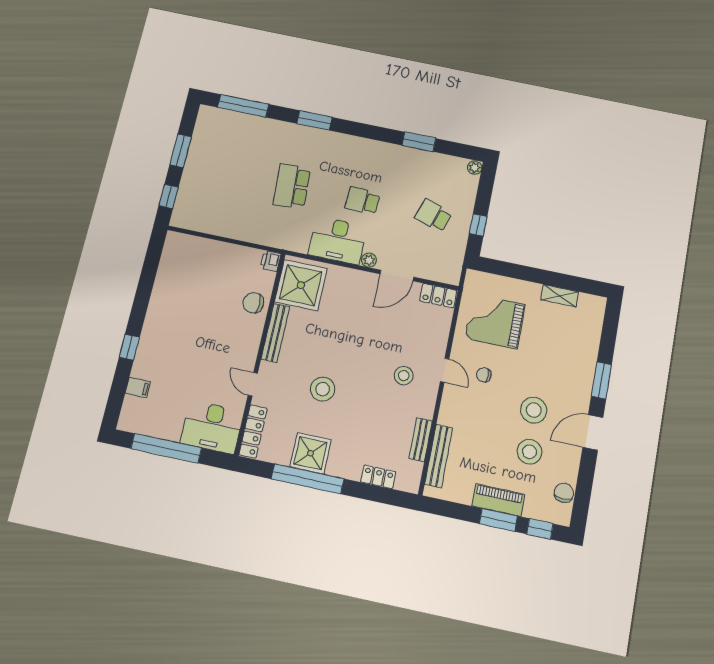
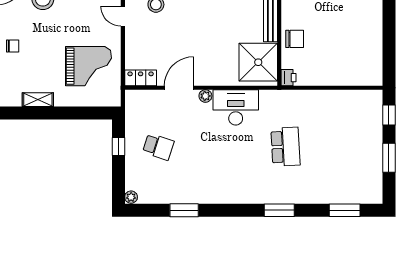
window: (243, 106) -> (345, 210), width x0.69
school desk: (363, 201) -> (222, 147), removed
chair: (484, 375) -> (13, 46), moved

